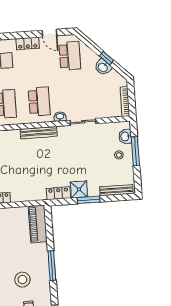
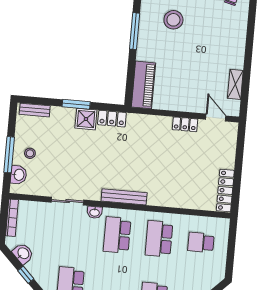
washbasin: (103, 67) -> (23, 254), moved
bench: (116, 190) -> (35, 110), width x0.73

